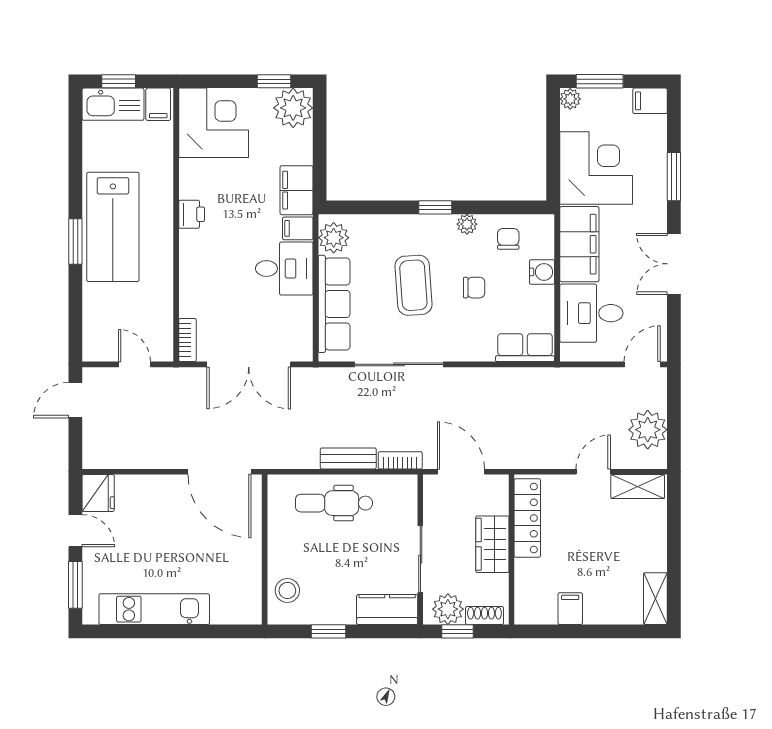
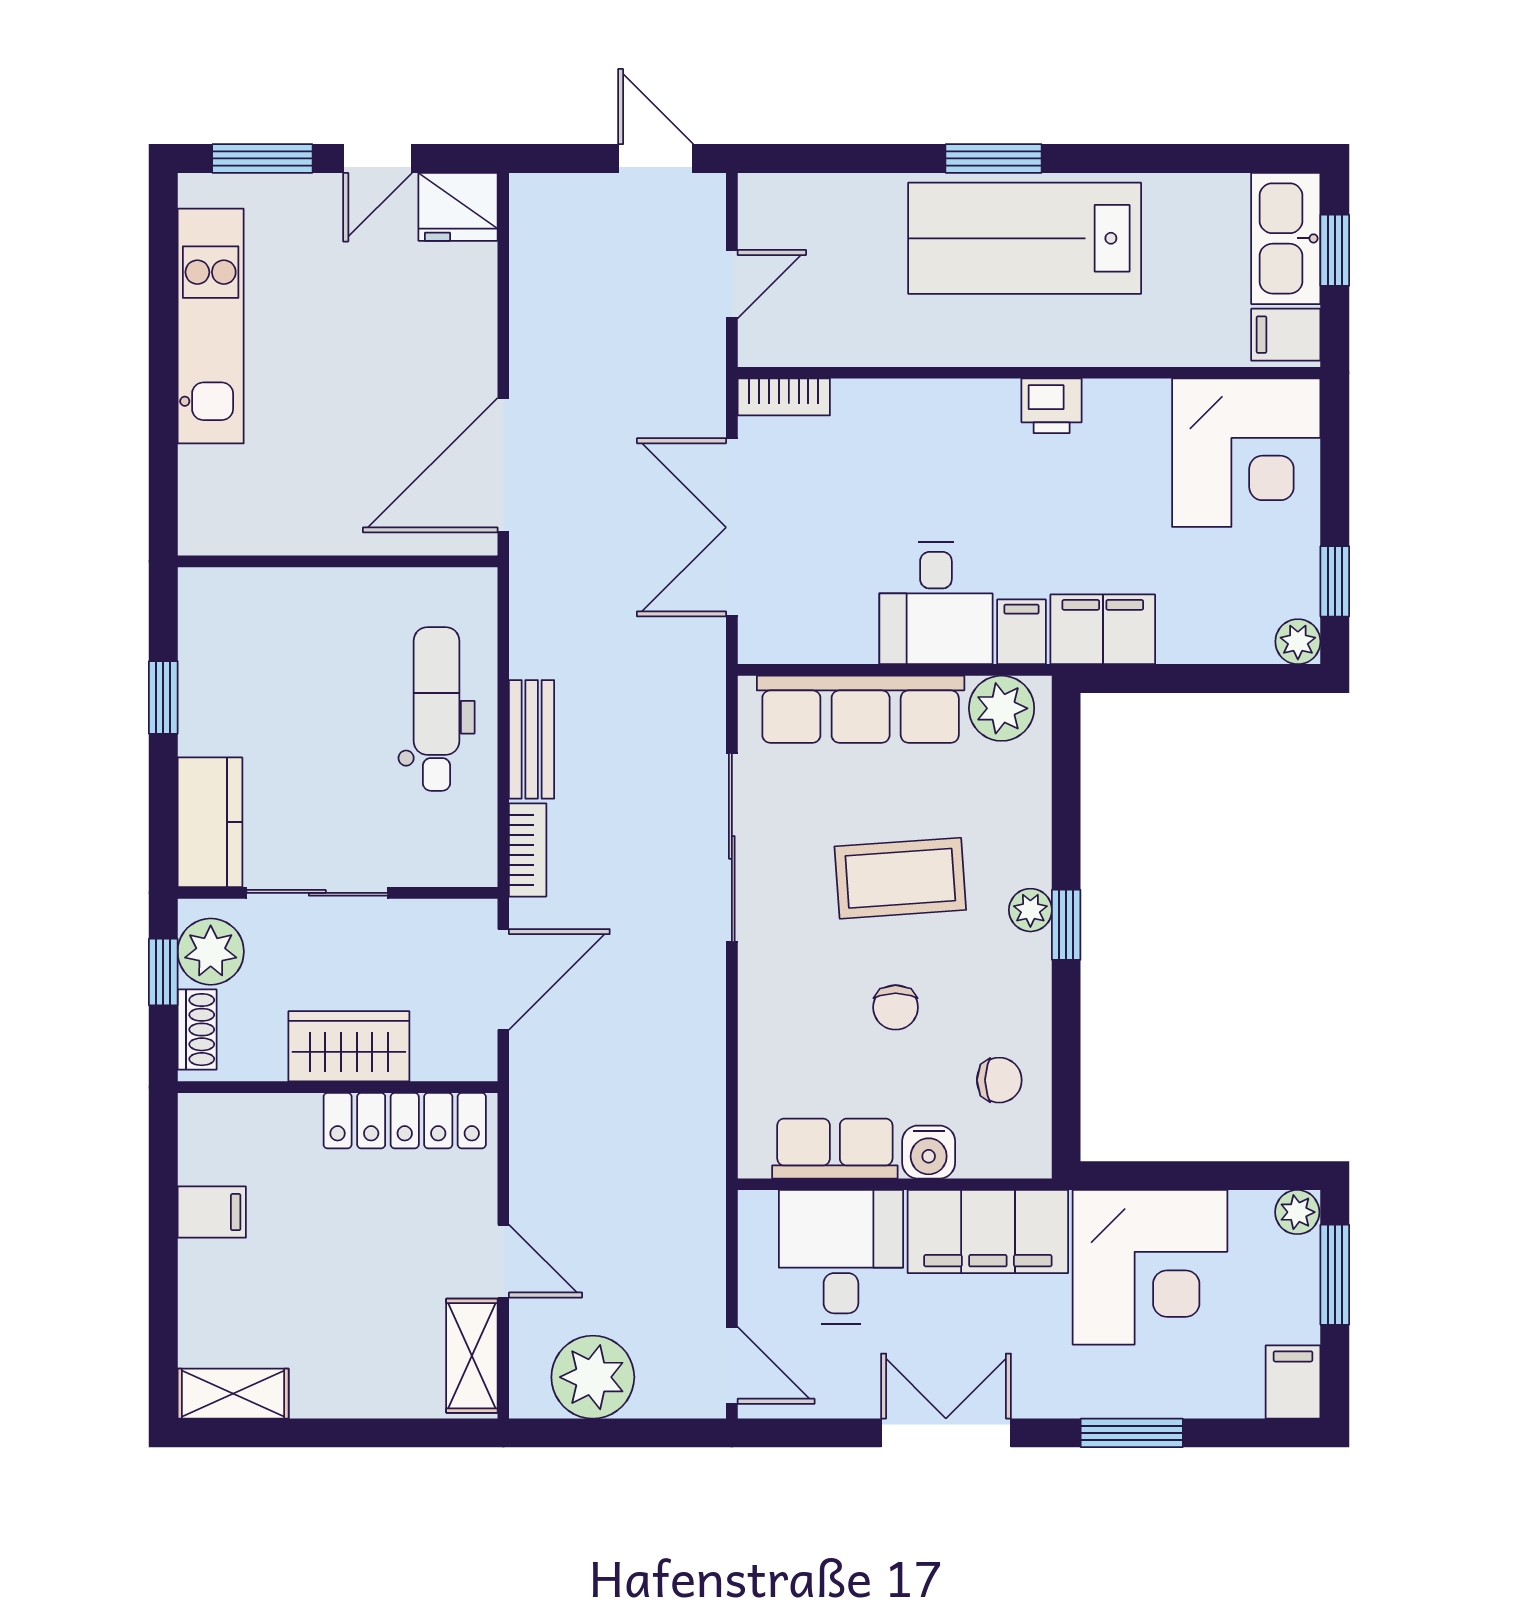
plant: (293, 108) -> (1298, 642), width x0.53, depth x0.53
plant: (467, 224) -> (1030, 910), moved
row of seats: (525, 348) -> (835, 1149), moved, turned -90
stool: (287, 590) -> (250, 610), removed

